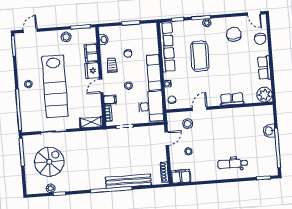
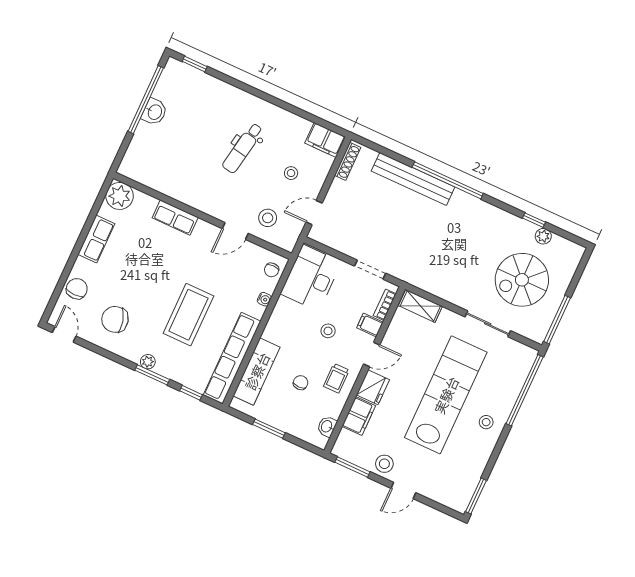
door: (30, 31) -> (403, 490), moved
chair: (234, 34) -> (115, 319), turned 75
exam couch: (154, 73) -> (257, 371), moved
washbasin: (269, 131) -> (154, 112), moved
dental chair: (232, 164) -> (243, 148), moved, turned 100

